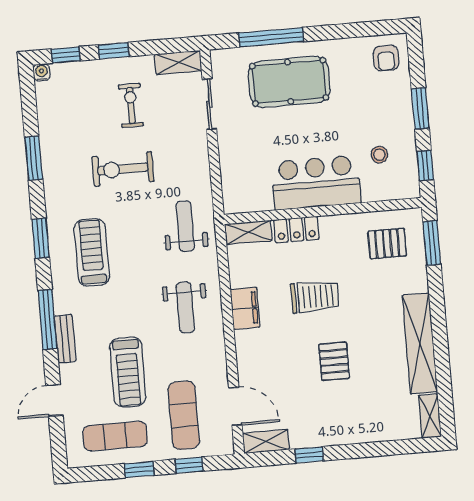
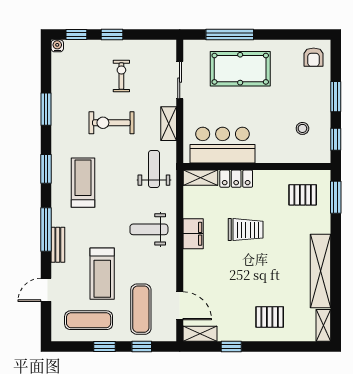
shelving: (178, 63) -> (169, 124), moved, turned 90
bar counter: (316, 183) -> (223, 145), moved
weight bench: (185, 308) -> (149, 229), turned 90
pallet: (334, 361) -> (270, 317), moved, turned 90

